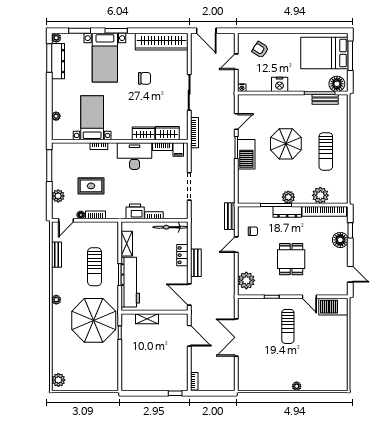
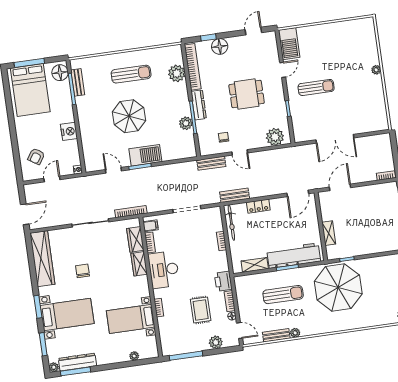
door: (236, 62) -> (52, 179), swing flipped
plant: (288, 197) -> (186, 123), moved
printer: (135, 211) -> (223, 281), moved
bench: (196, 263) -> (235, 195), moved
plant: (56, 300) -> (295, 333), moved

